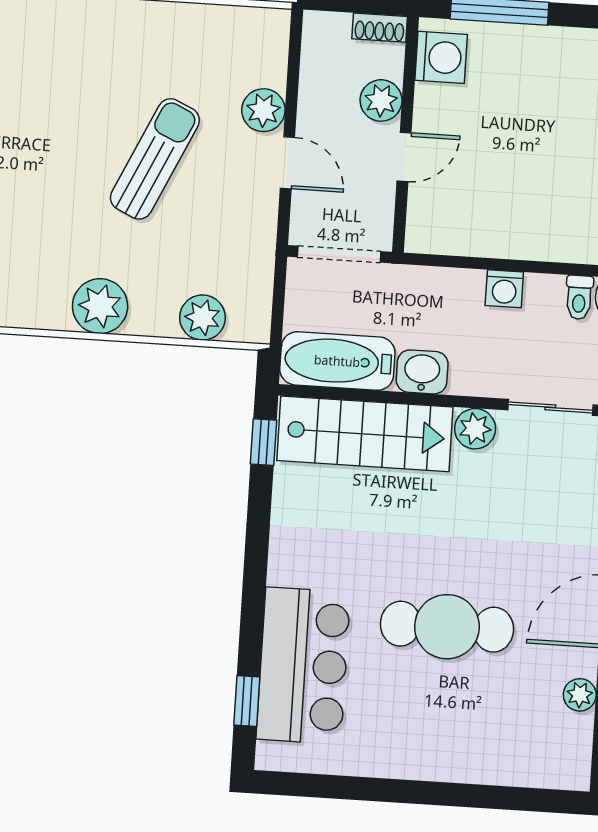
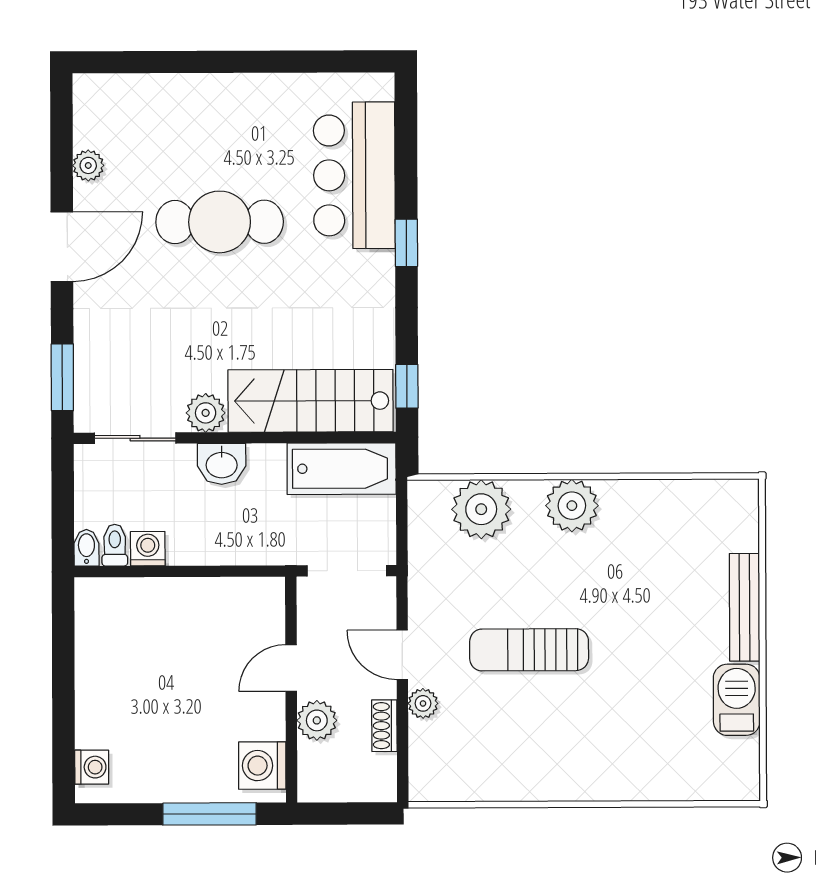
shoe rack: (380, 28) -> (384, 726), moved, turned -90
plant: (263, 110) -> (423, 703), width x0.73, depth x0.73
sun lounger: (155, 159) -> (529, 650), turned 65
washing machine: (504, 289) -> (148, 549), moved
plant: (202, 318) -> (481, 509), width x1.36, depth x1.36
washbasin: (422, 372) -> (222, 464), moved
window: (247, 701) -> (406, 243), moved

